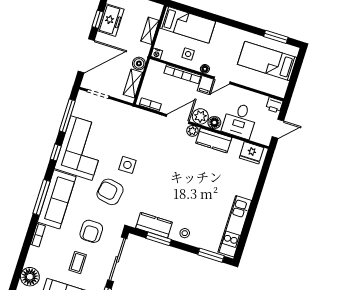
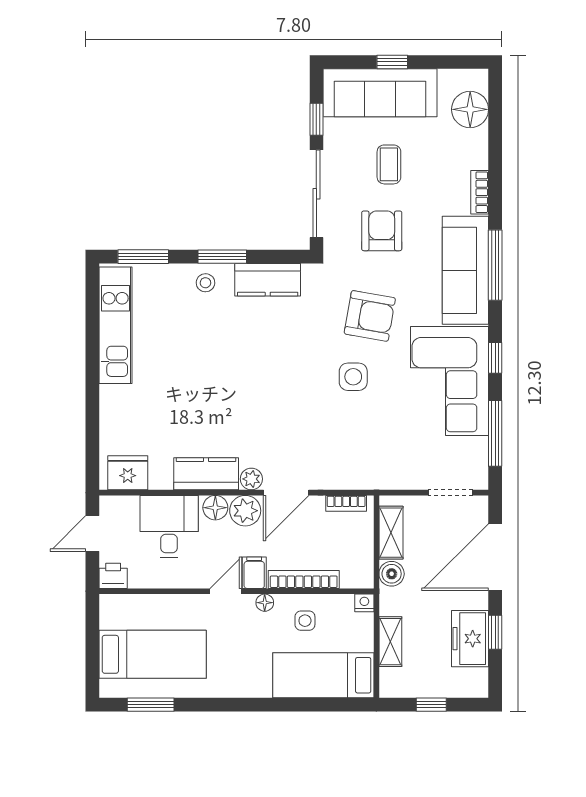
window: (159, 239) -> (222, 257), moved

